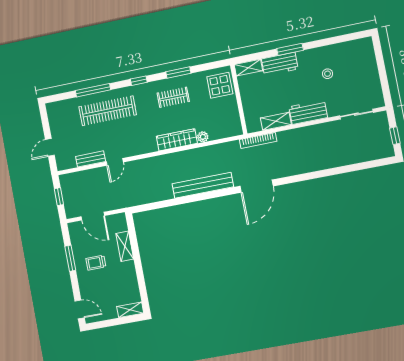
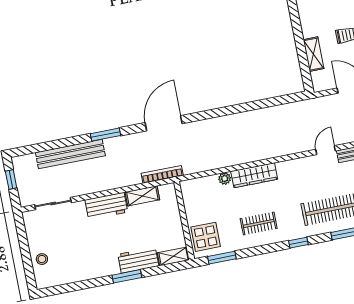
window: (178, 73) -> (222, 258), moved
stool: (328, 74) -> (42, 259), moved
window: (309, 176) -> (105, 135), added
bench: (203, 185) -> (70, 154), moved

